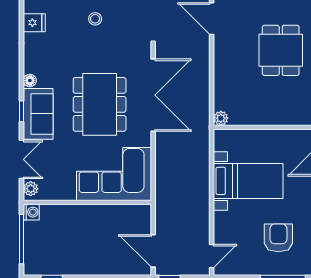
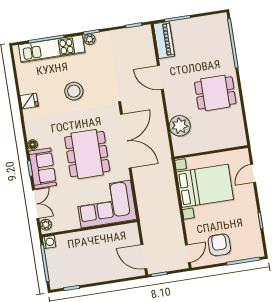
stool: (95, 19) -> (74, 91), width x1.89, depth x1.89
dining table: (281, 50) -> (215, 93), turned 90
plant: (221, 118) -> (180, 126), moved, width x1.87, depth x1.87
bed with nightstands: (248, 181) -> (205, 186), width x1.36
armchair: (278, 238) -> (219, 245), moved

